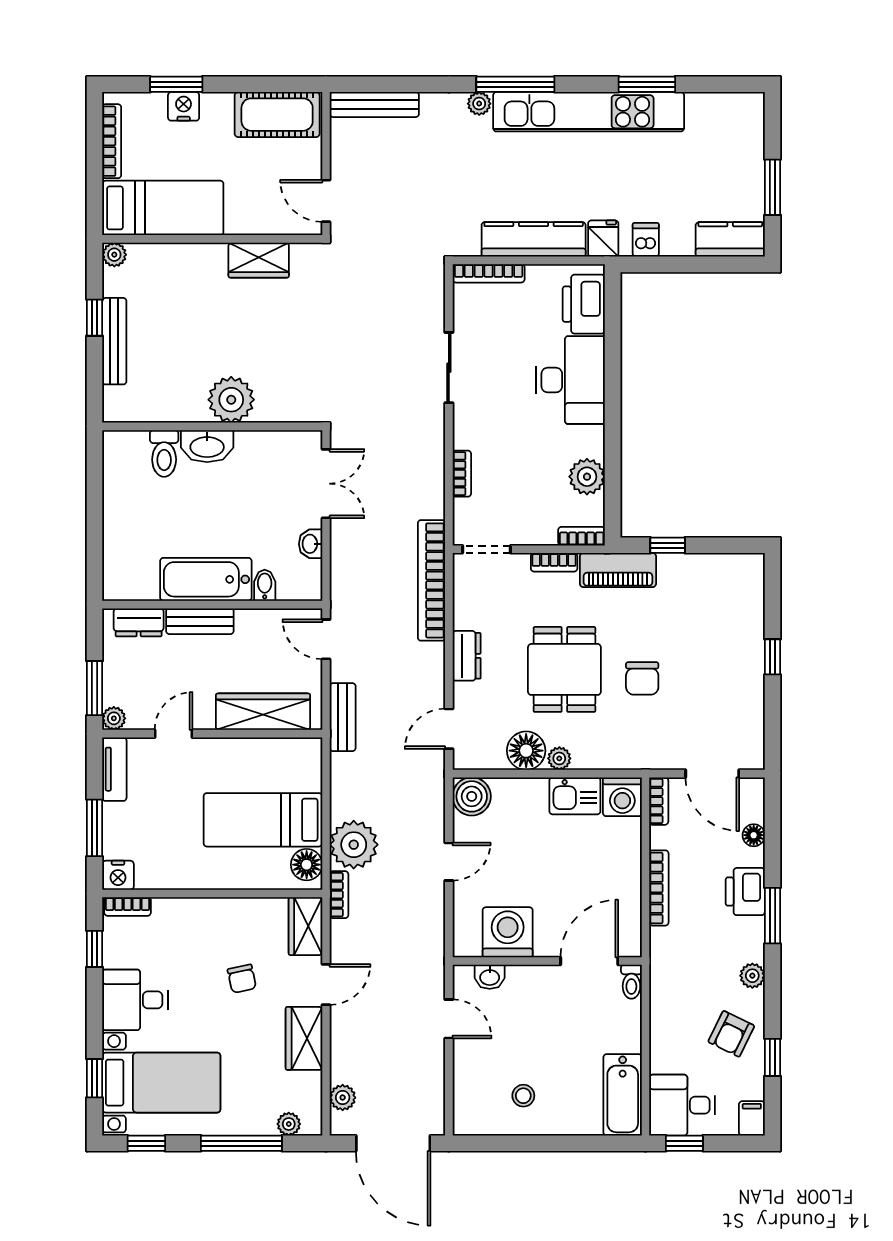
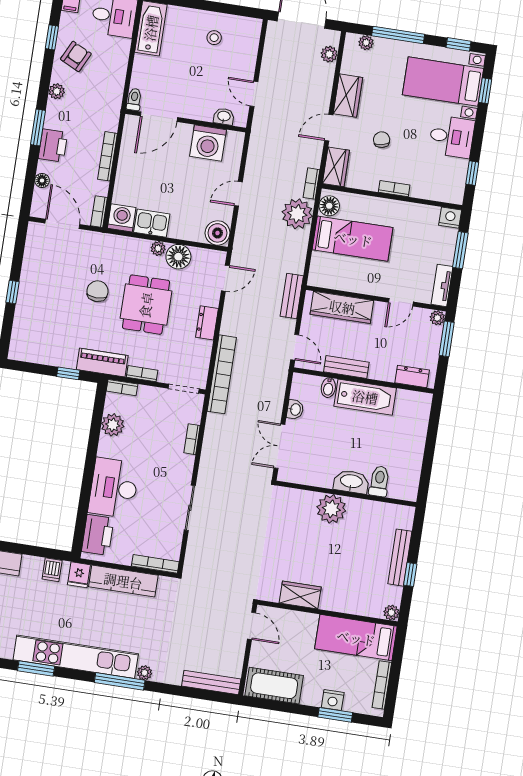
bench: (200, 621) -> (346, 367), moved
bookcase: (128, 906) -> (394, 189), moved

